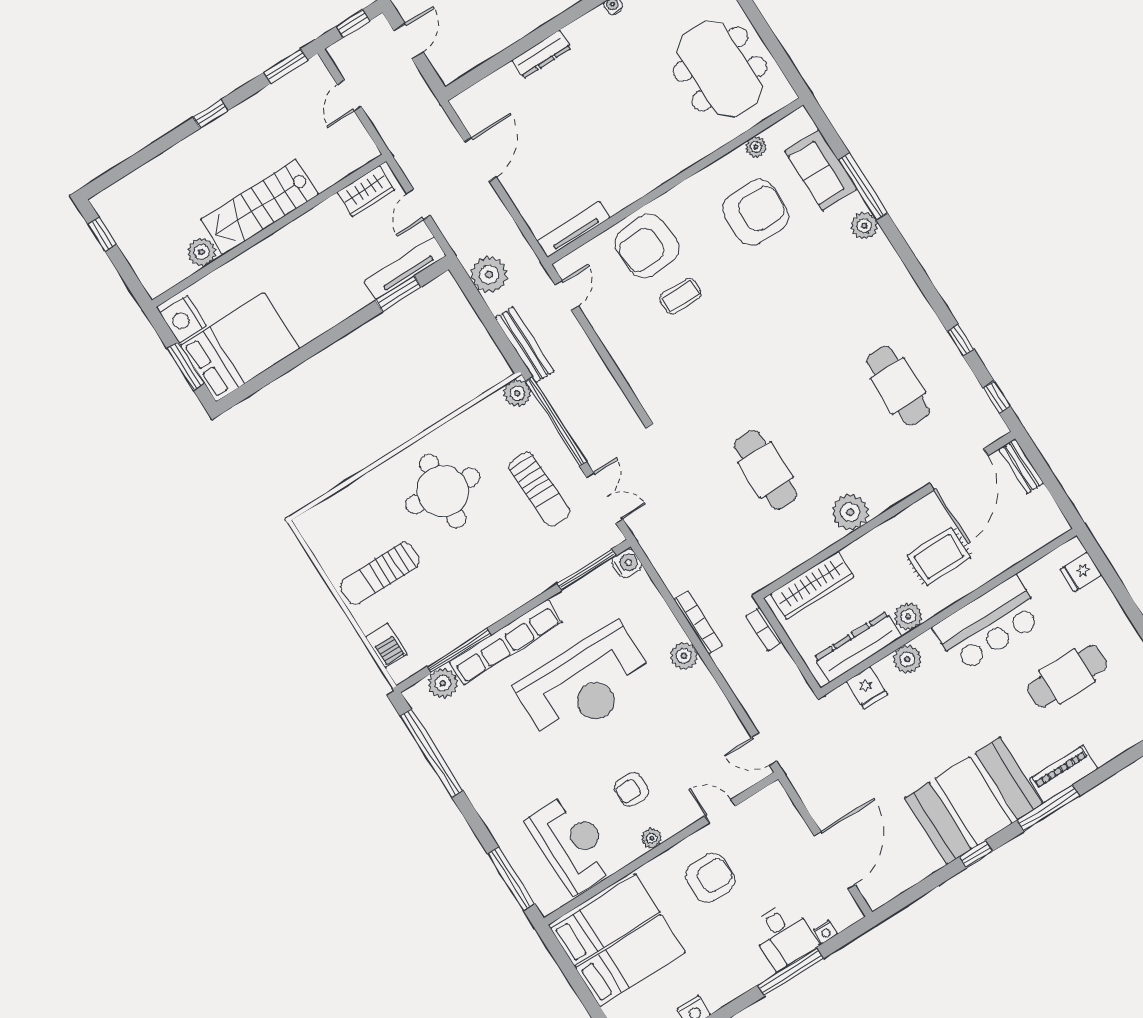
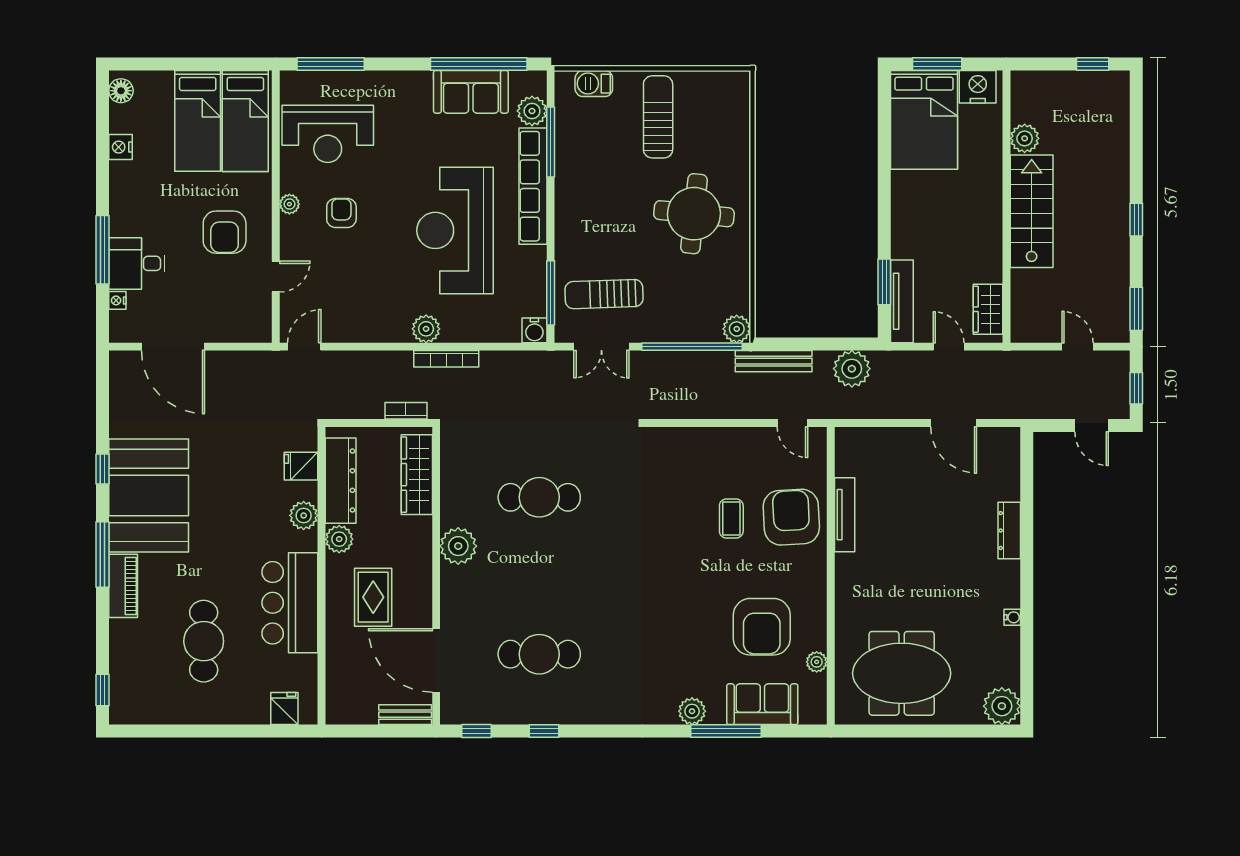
tv unit: (573, 229) -> (845, 515), moved
sun lounger: (539, 489) -> (604, 294), moved
sofa: (459, 745) -> (471, 92), added

